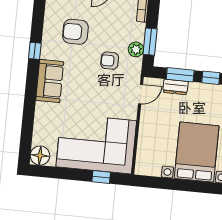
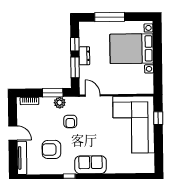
armchair: (75, 32) -> (51, 149), turned 90
dresser: (175, 87) -> (84, 56), moved
floor lamp: (40, 156) -> (147, 166), removed

